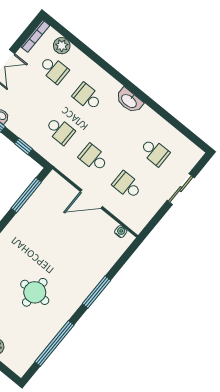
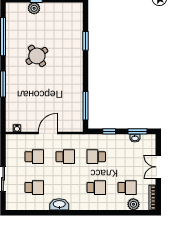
school desk: (54, 69) -> (127, 188), turned 180
washbasin: (129, 101) -> (59, 204), moved
school desk: (155, 152) -> (34, 188), turned 180
round table: (35, 292) -> (37, 56), turned -35

